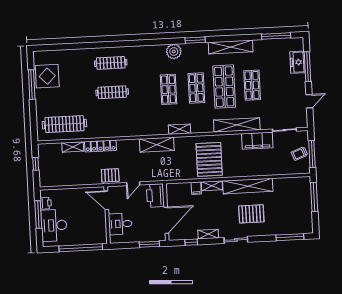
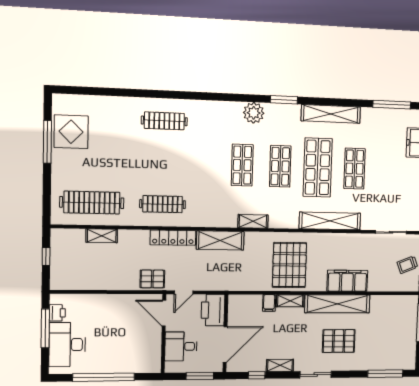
clothes rail: (112, 92) -> (163, 204), moved
filing cabinet: (257, 141) -> (347, 281), moved, turned 180
locker: (100, 146) -> (173, 238), moved
door: (106, 200) -> (164, 313), moved
wall: (107, 215) -> (164, 334), moved
desk: (120, 224) -> (181, 346), moved

